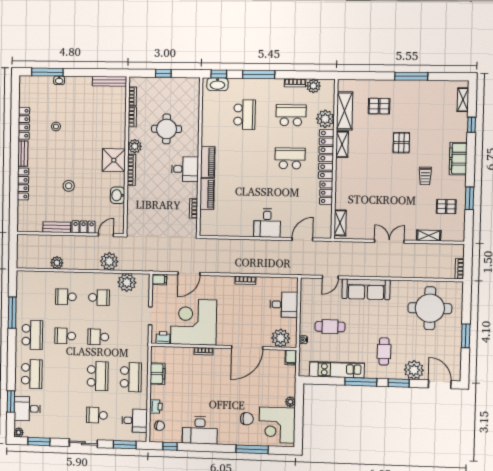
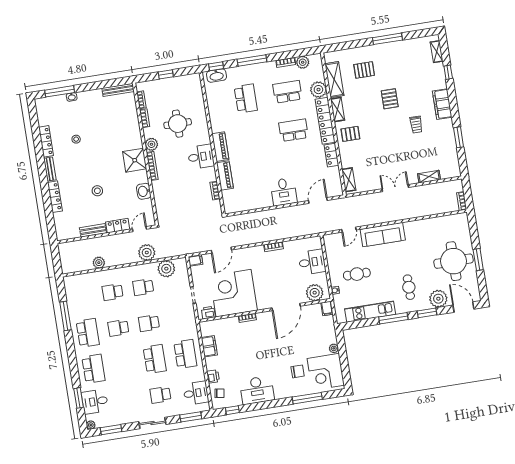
pallet: (446, 207) -> (350, 134), moved
school desk: (99, 298) -> (143, 287), turned 180
round table: (430, 308) -> (454, 261), moved

